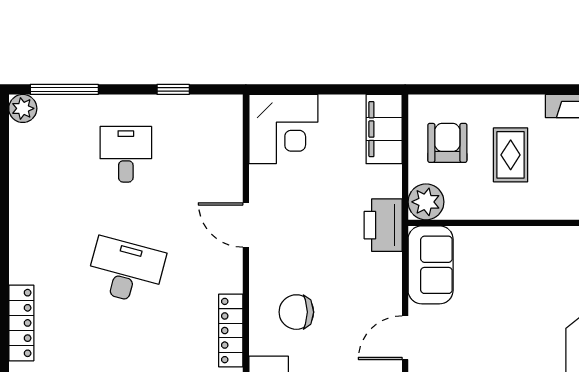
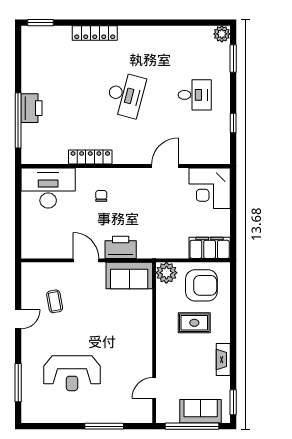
window: (64, 89) -> (233, 58), width x0.69
armchair: (447, 143) -> (201, 285), width x1.36, depth x1.36
door: (246, 225) -> (165, 166), moved
printer: (383, 225) -> (121, 247), moved
chair: (296, 312) -> (101, 196), width x0.54, depth x0.54

